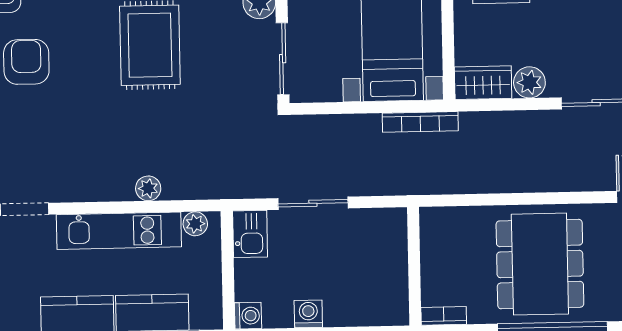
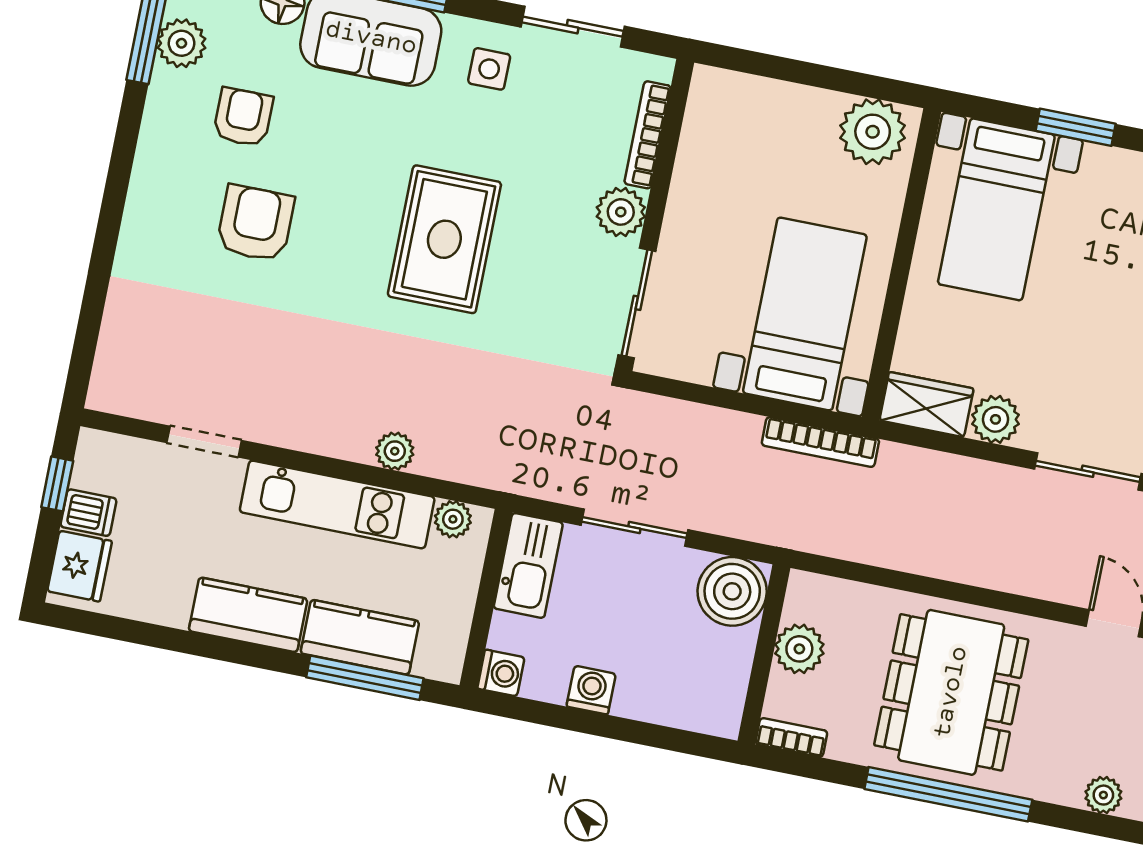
boiler: (385, 230) -> (732, 591), added
kitchen sink: (250, 234) -> (528, 565), width x1.38
plant: (436, 258) -> (799, 649), added

